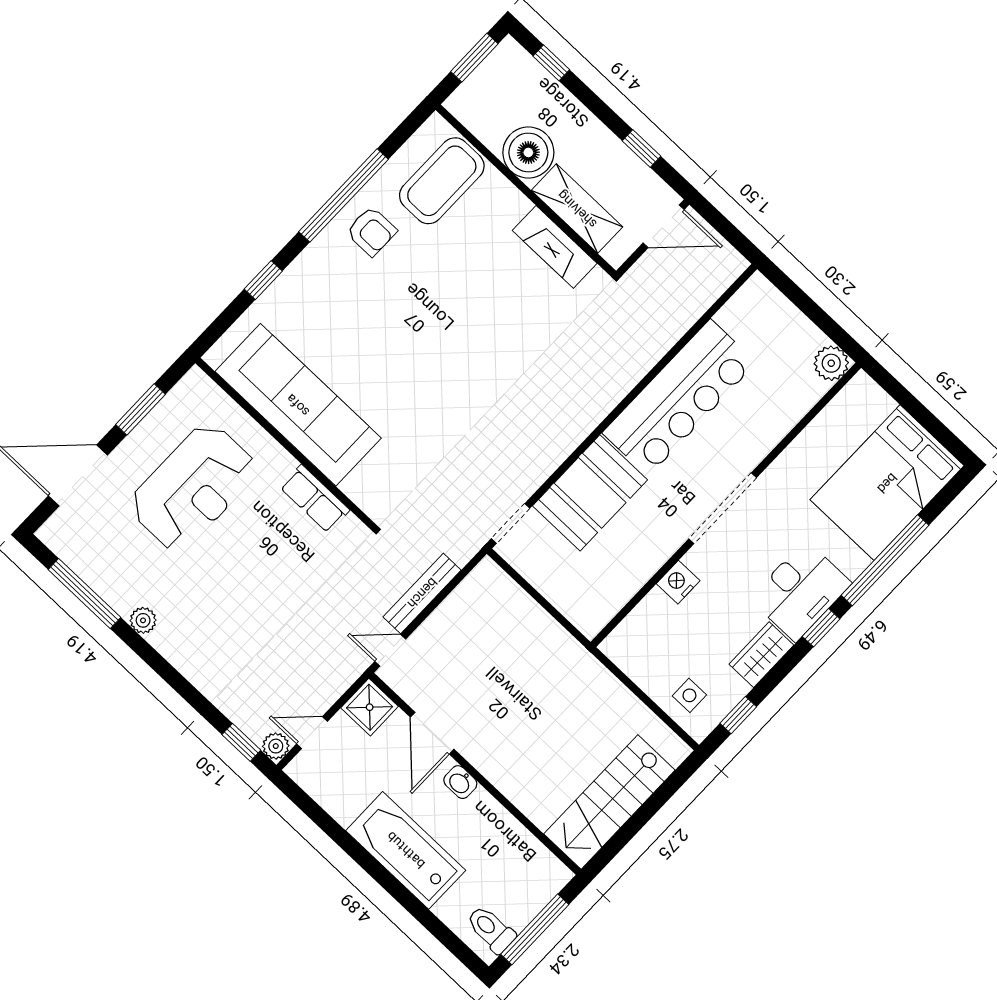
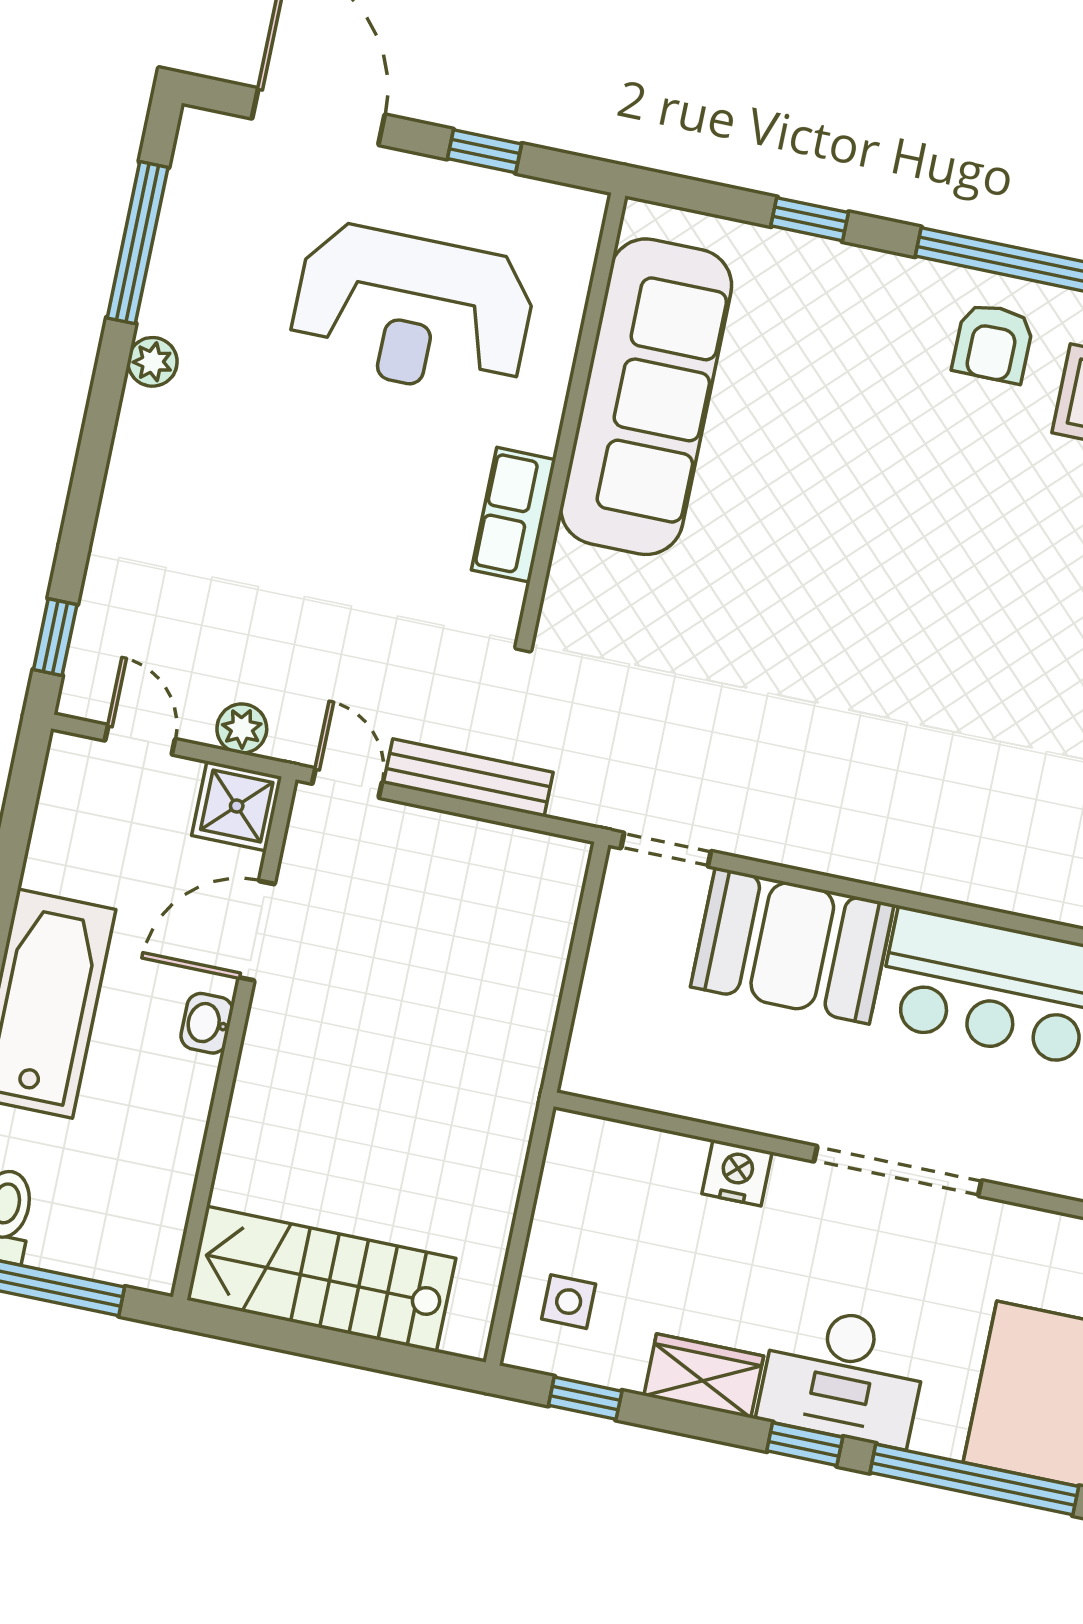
window: (140, 409) -> (484, 151), width x0.67
plant: (276, 746) -> (242, 729), moved

